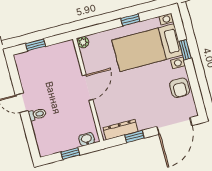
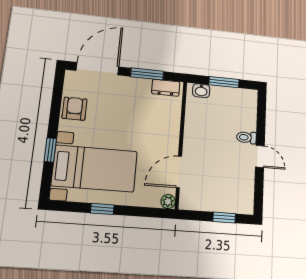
door: (88, 88) -> (179, 172), moved
dresser: (121, 130) -> (166, 88), width x0.70
window: (134, 137) -> (147, 74), width x1.50
window: (70, 154) -> (224, 82), width x1.50

